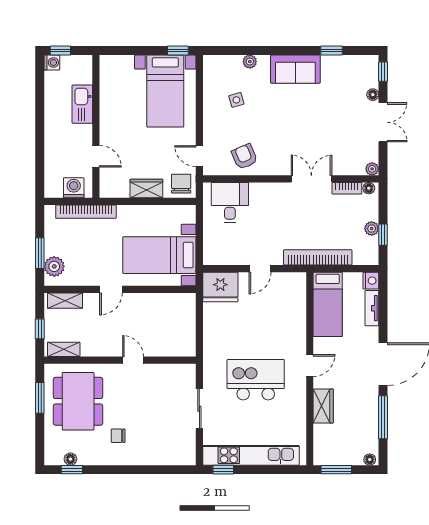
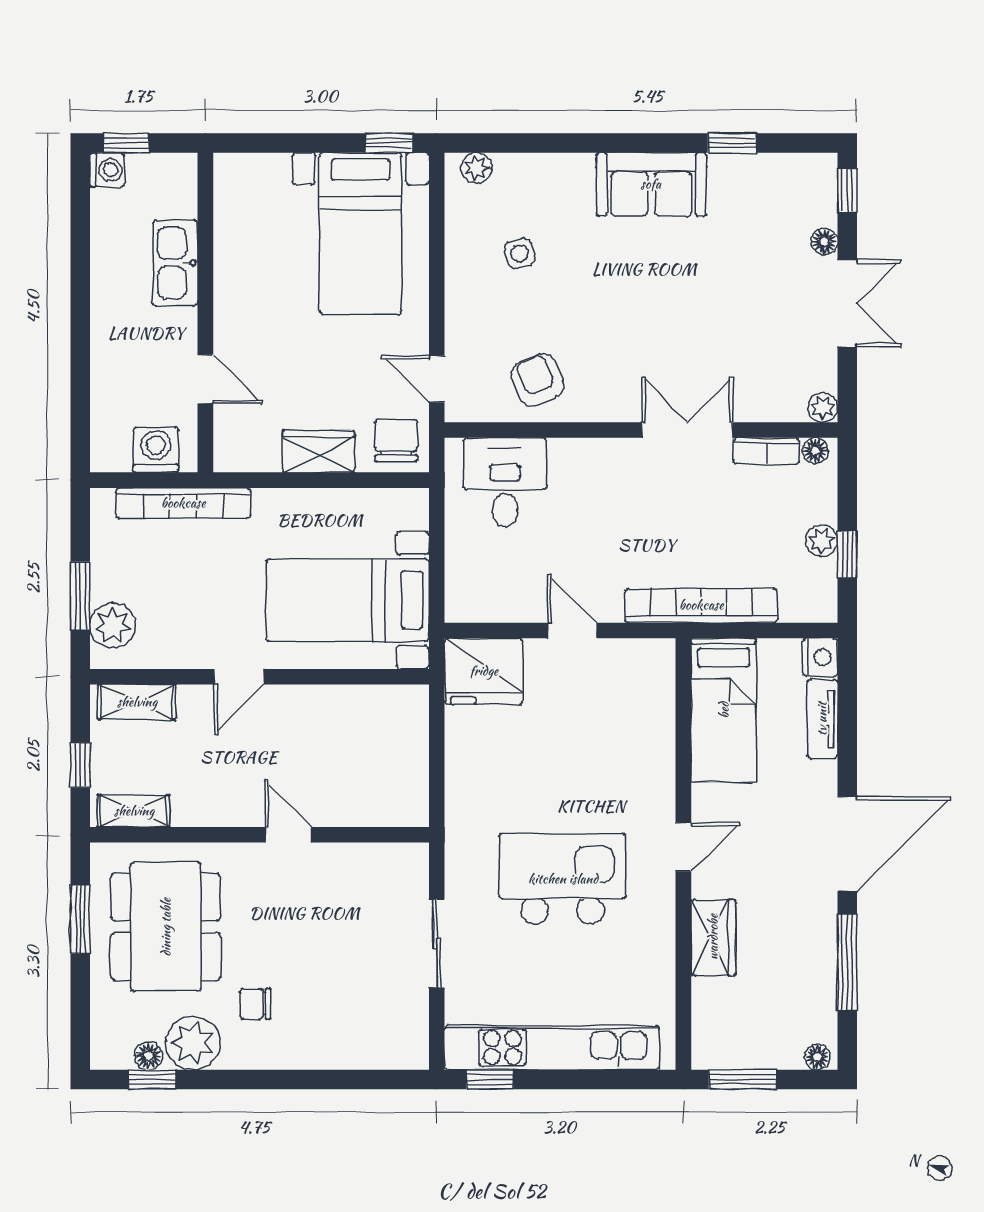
plant: (250, 62) -> (476, 168), moved
door: (260, 269) -> (572, 630), swing flipped
plant: (90, 453) -> (193, 1043), added

